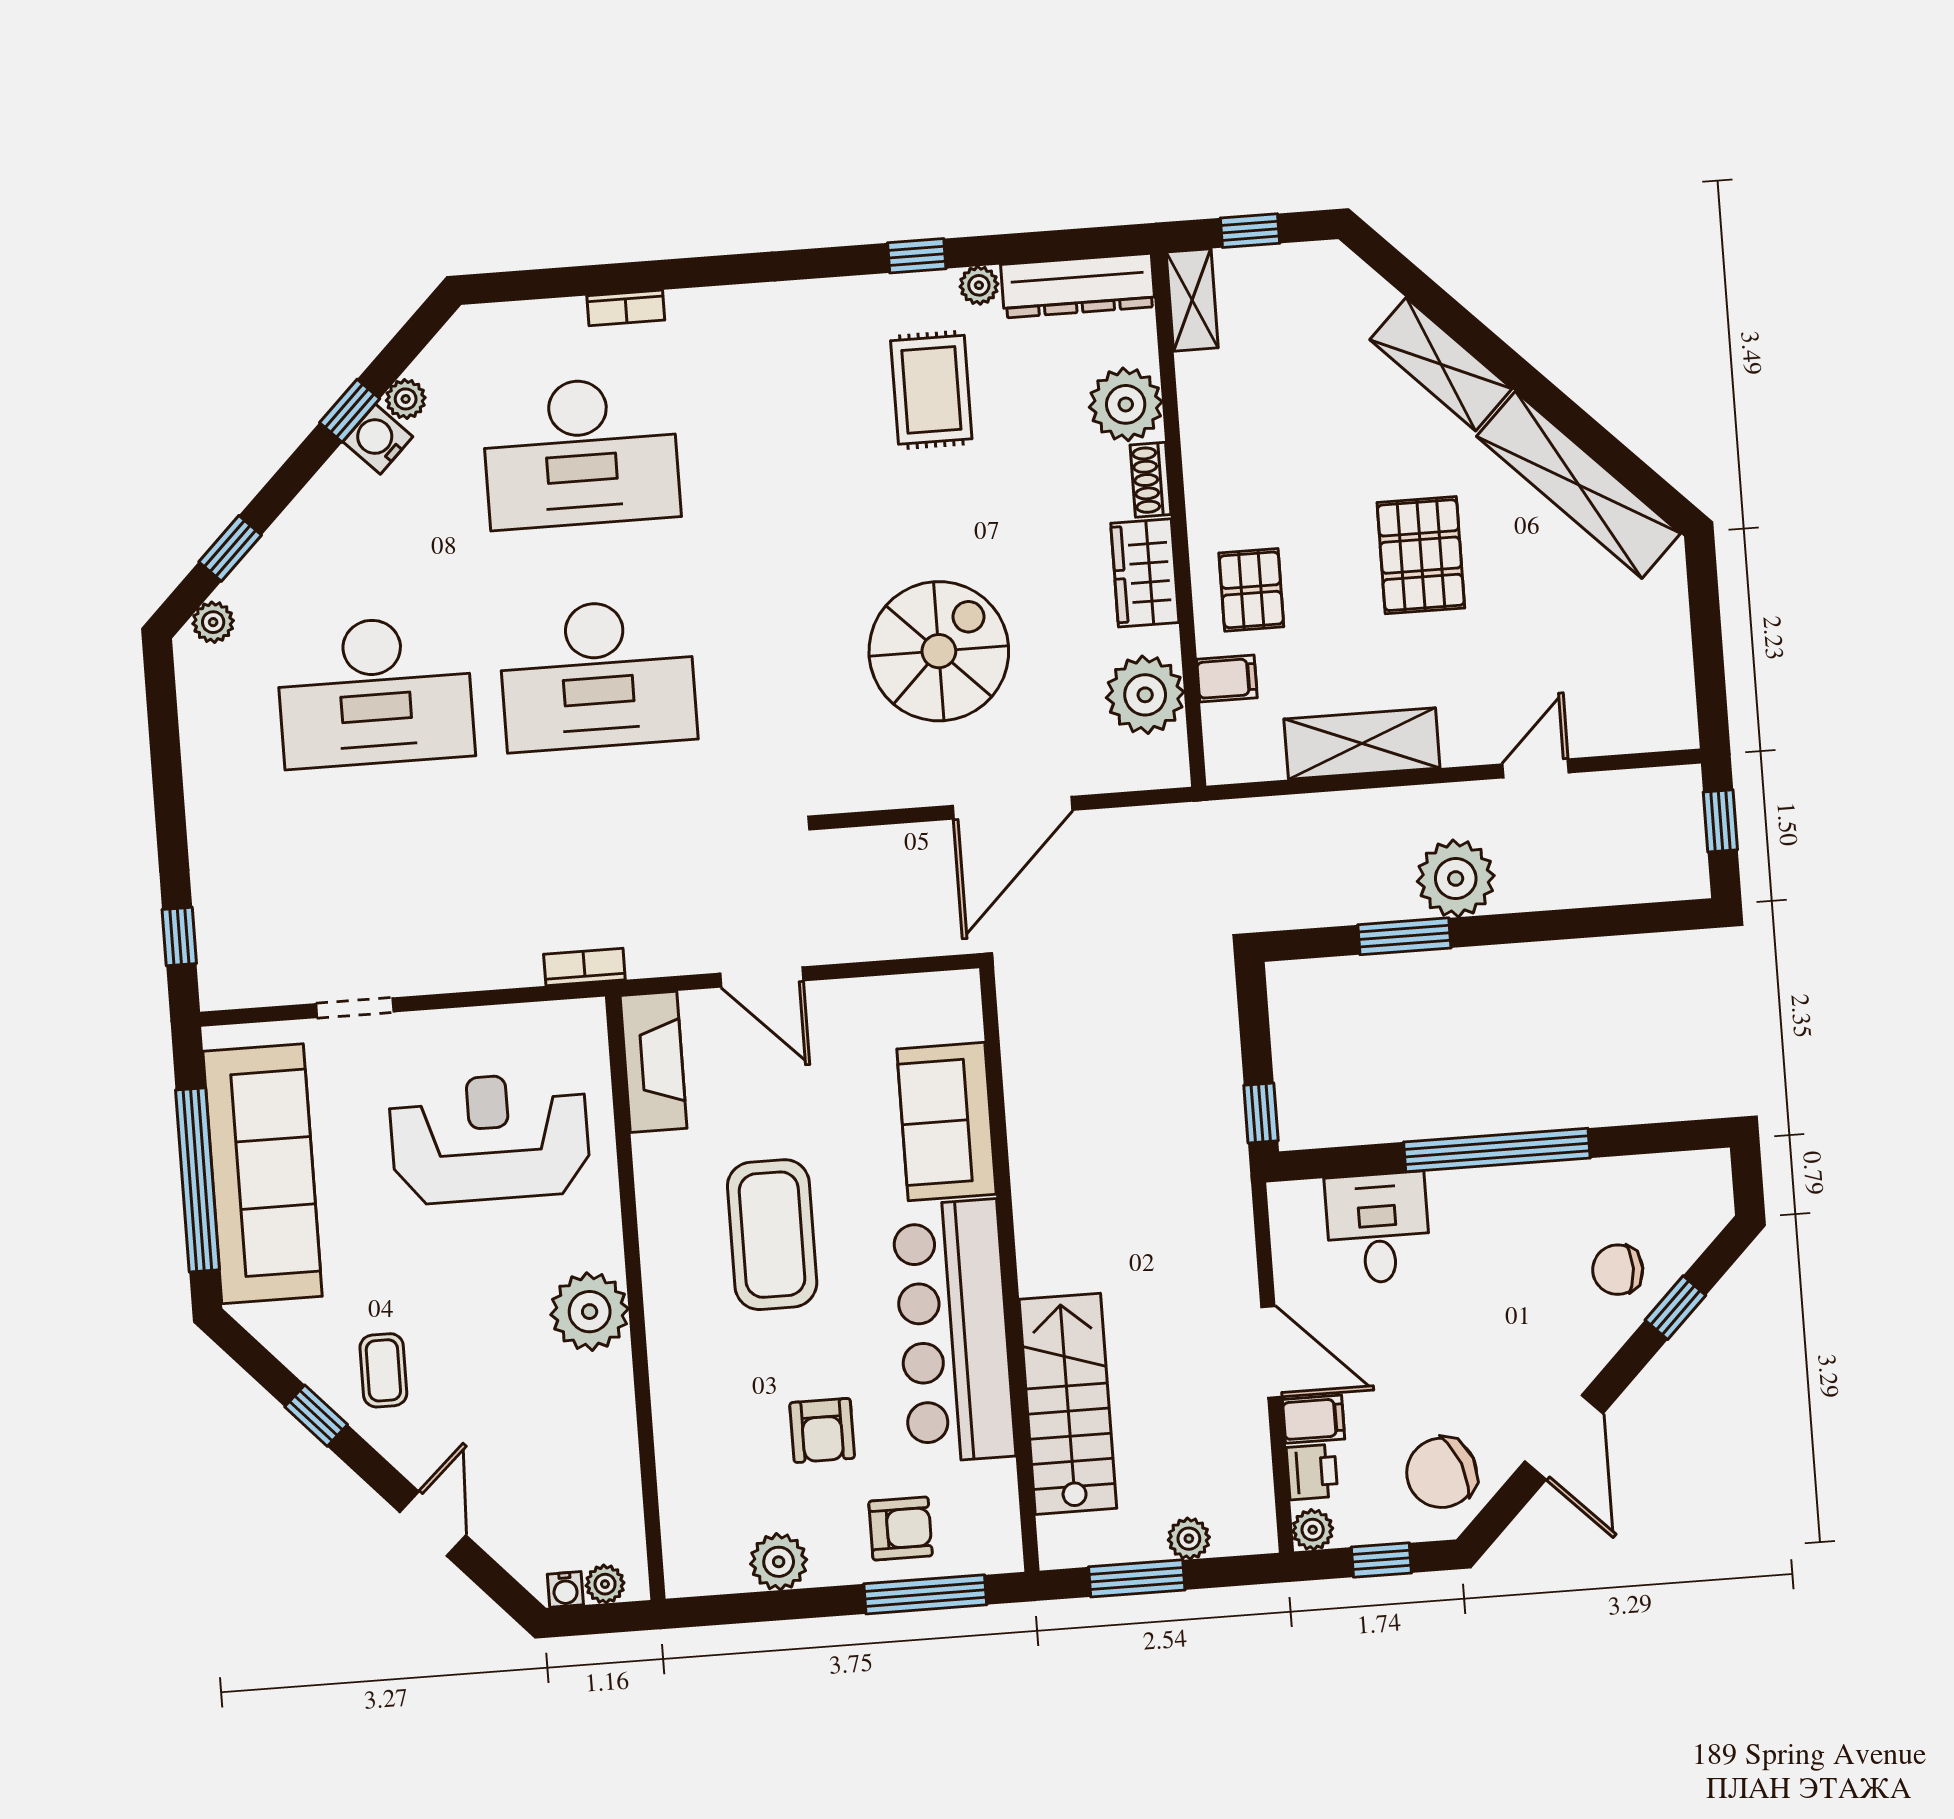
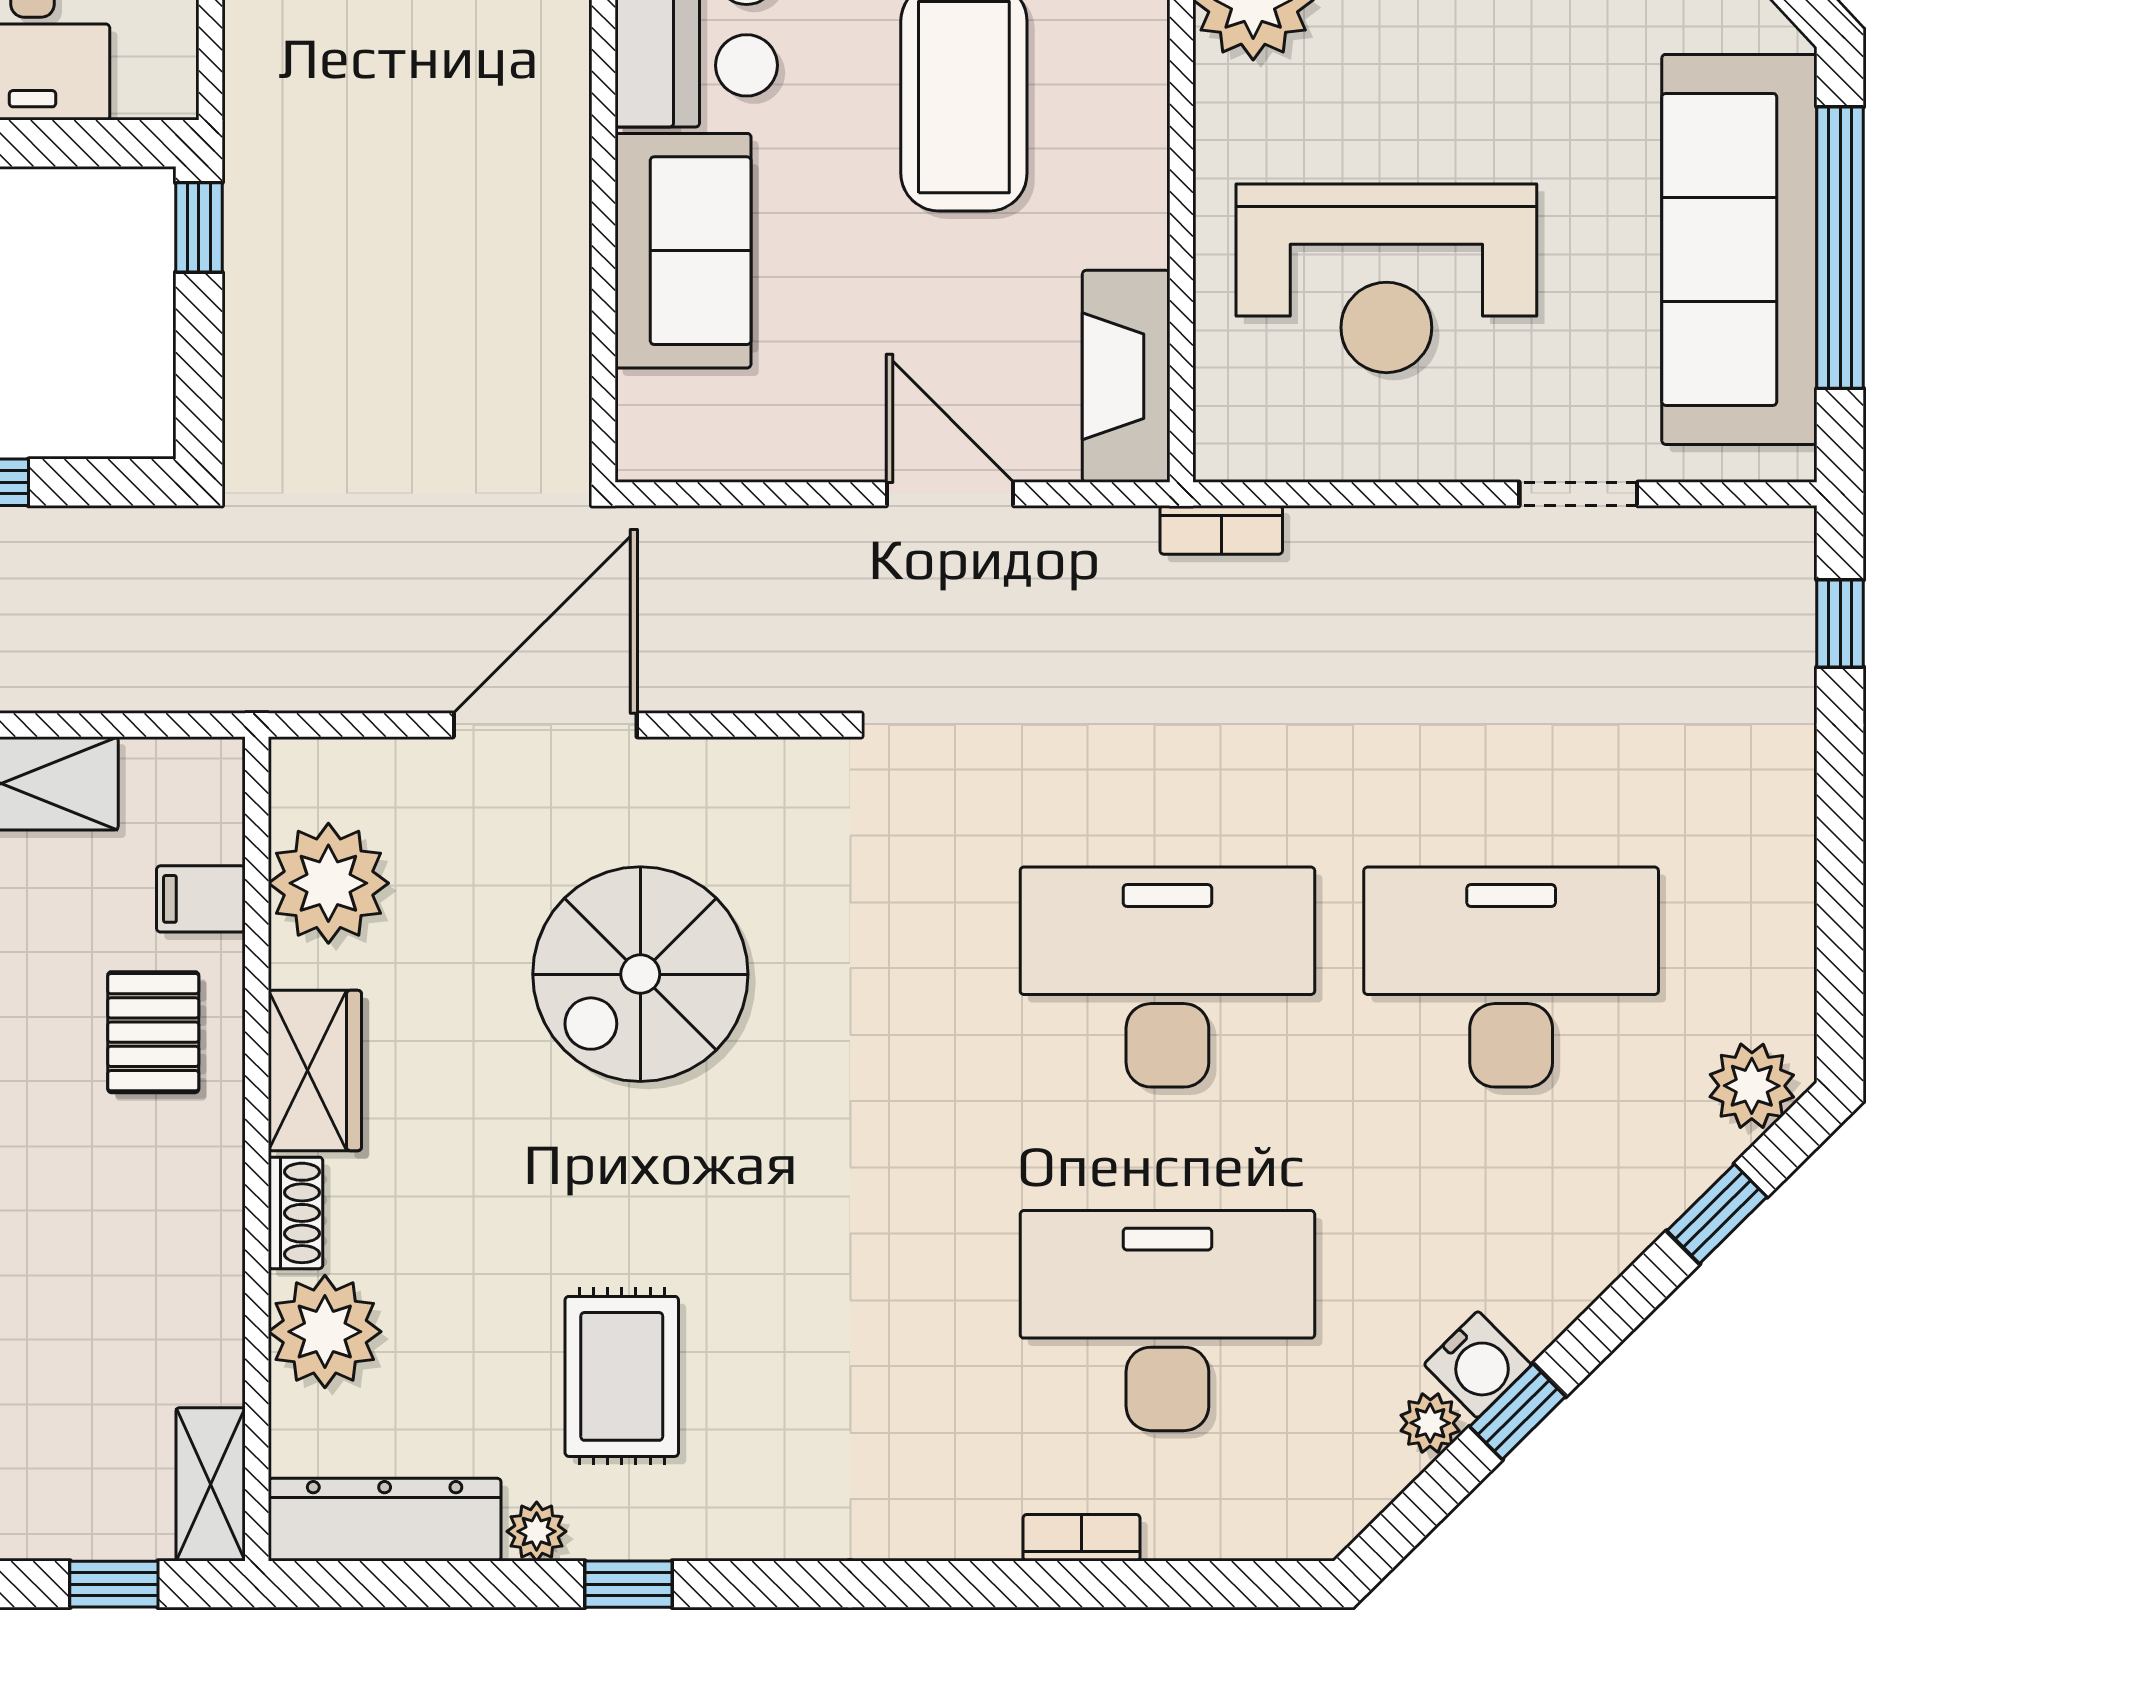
plant: (213, 622) -> (1752, 1086), width x1.38, depth x1.38

